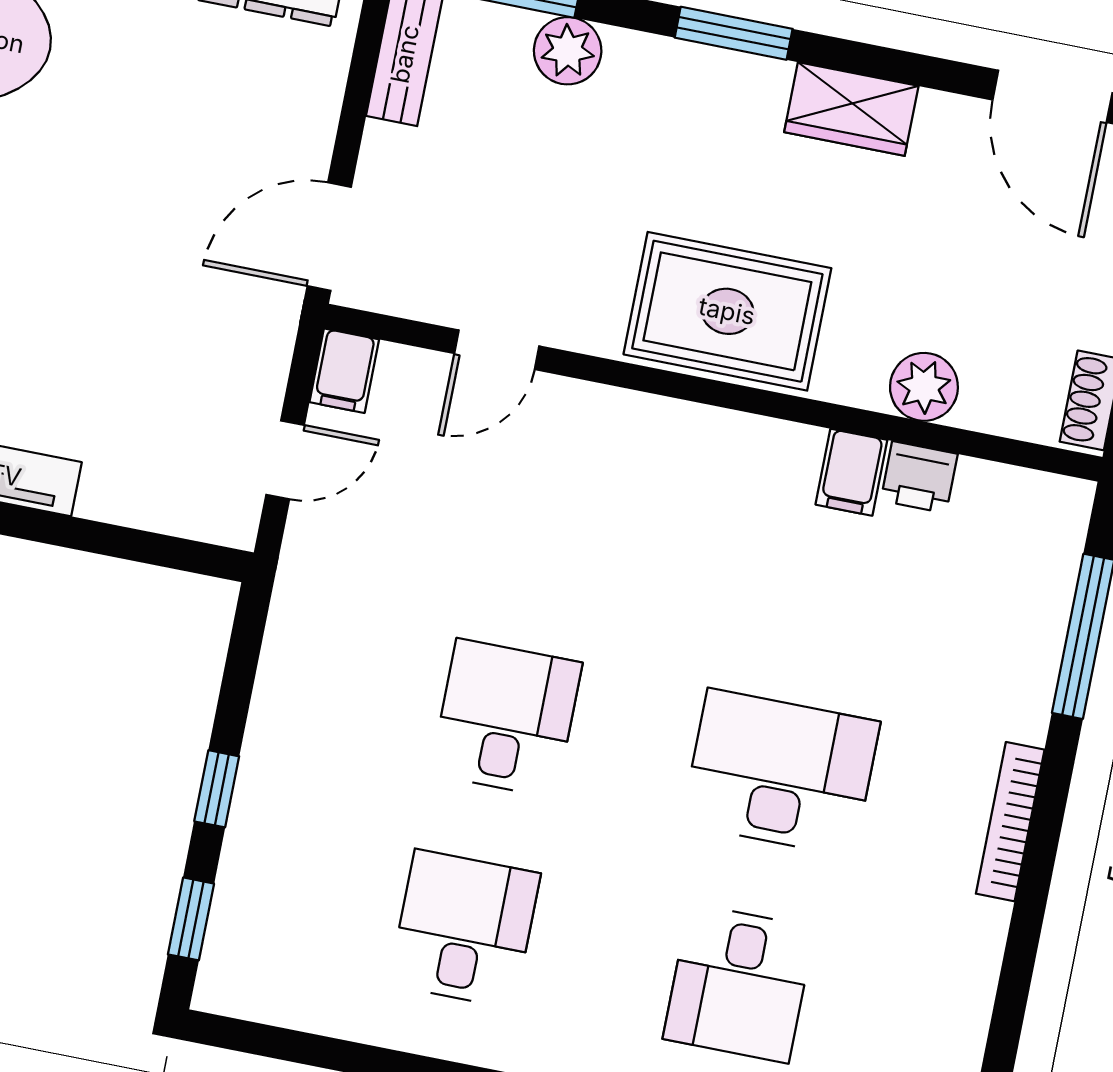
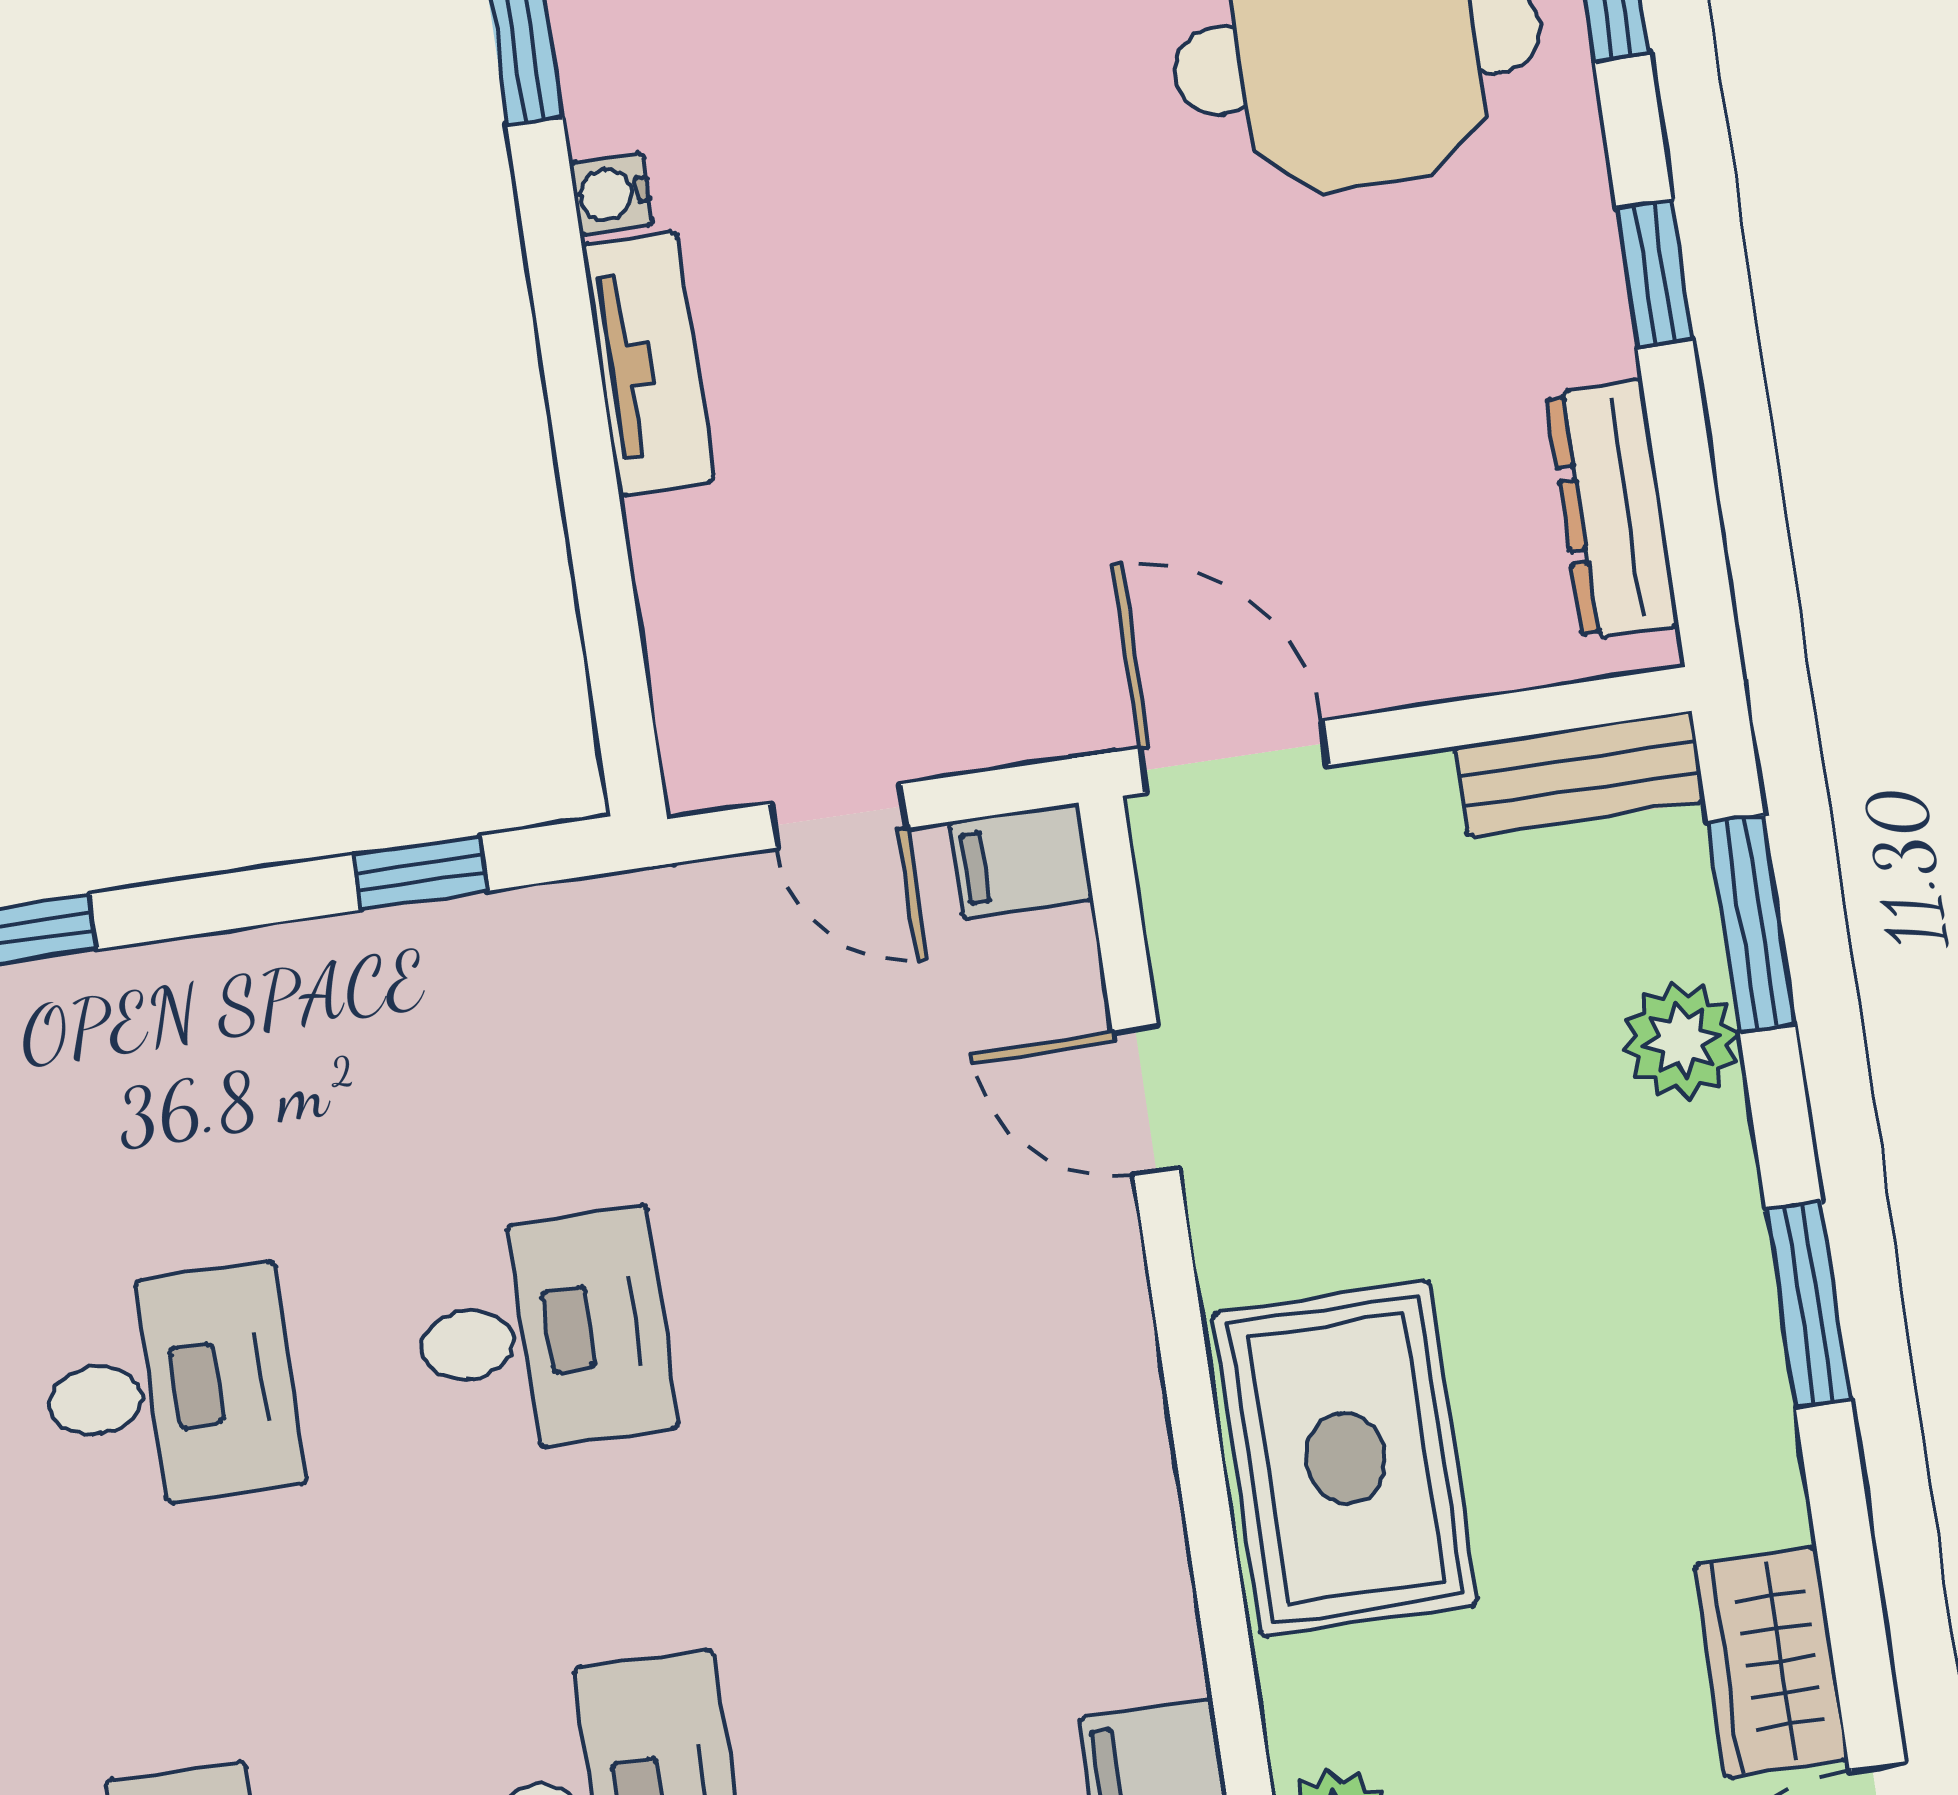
wardrobe: (851, 109) -> (1771, 1662), moved
window: (217, 789) -> (420, 873), moved

